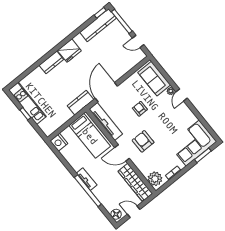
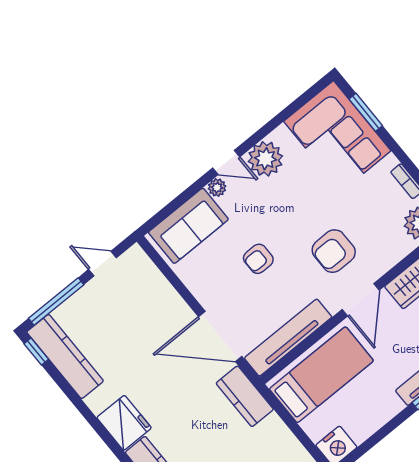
door: (138, 41) -> (102, 264), swing flipped
plant: (183, 112) -> (265, 159), added

